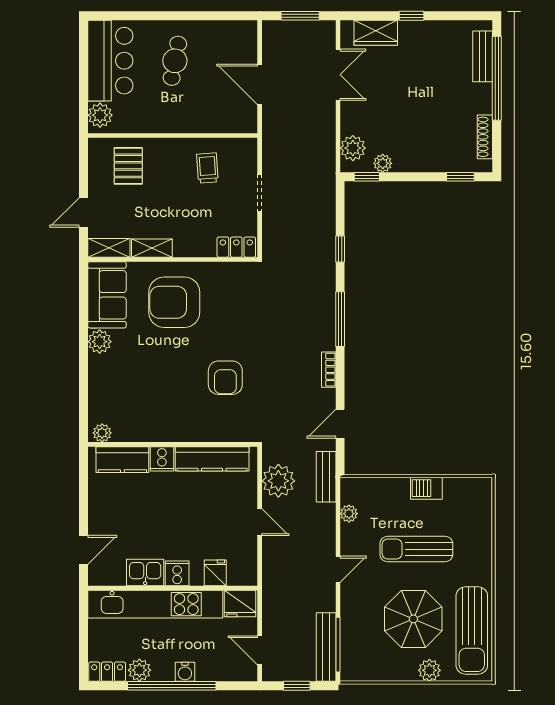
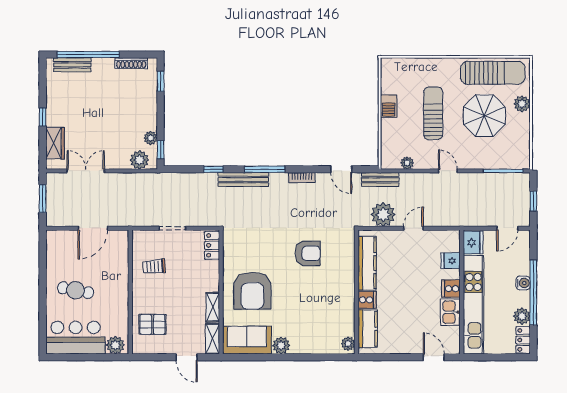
sun lounger: (416, 549) -> (433, 113), turned 180
bench: (326, 647) -> (243, 180), moved

